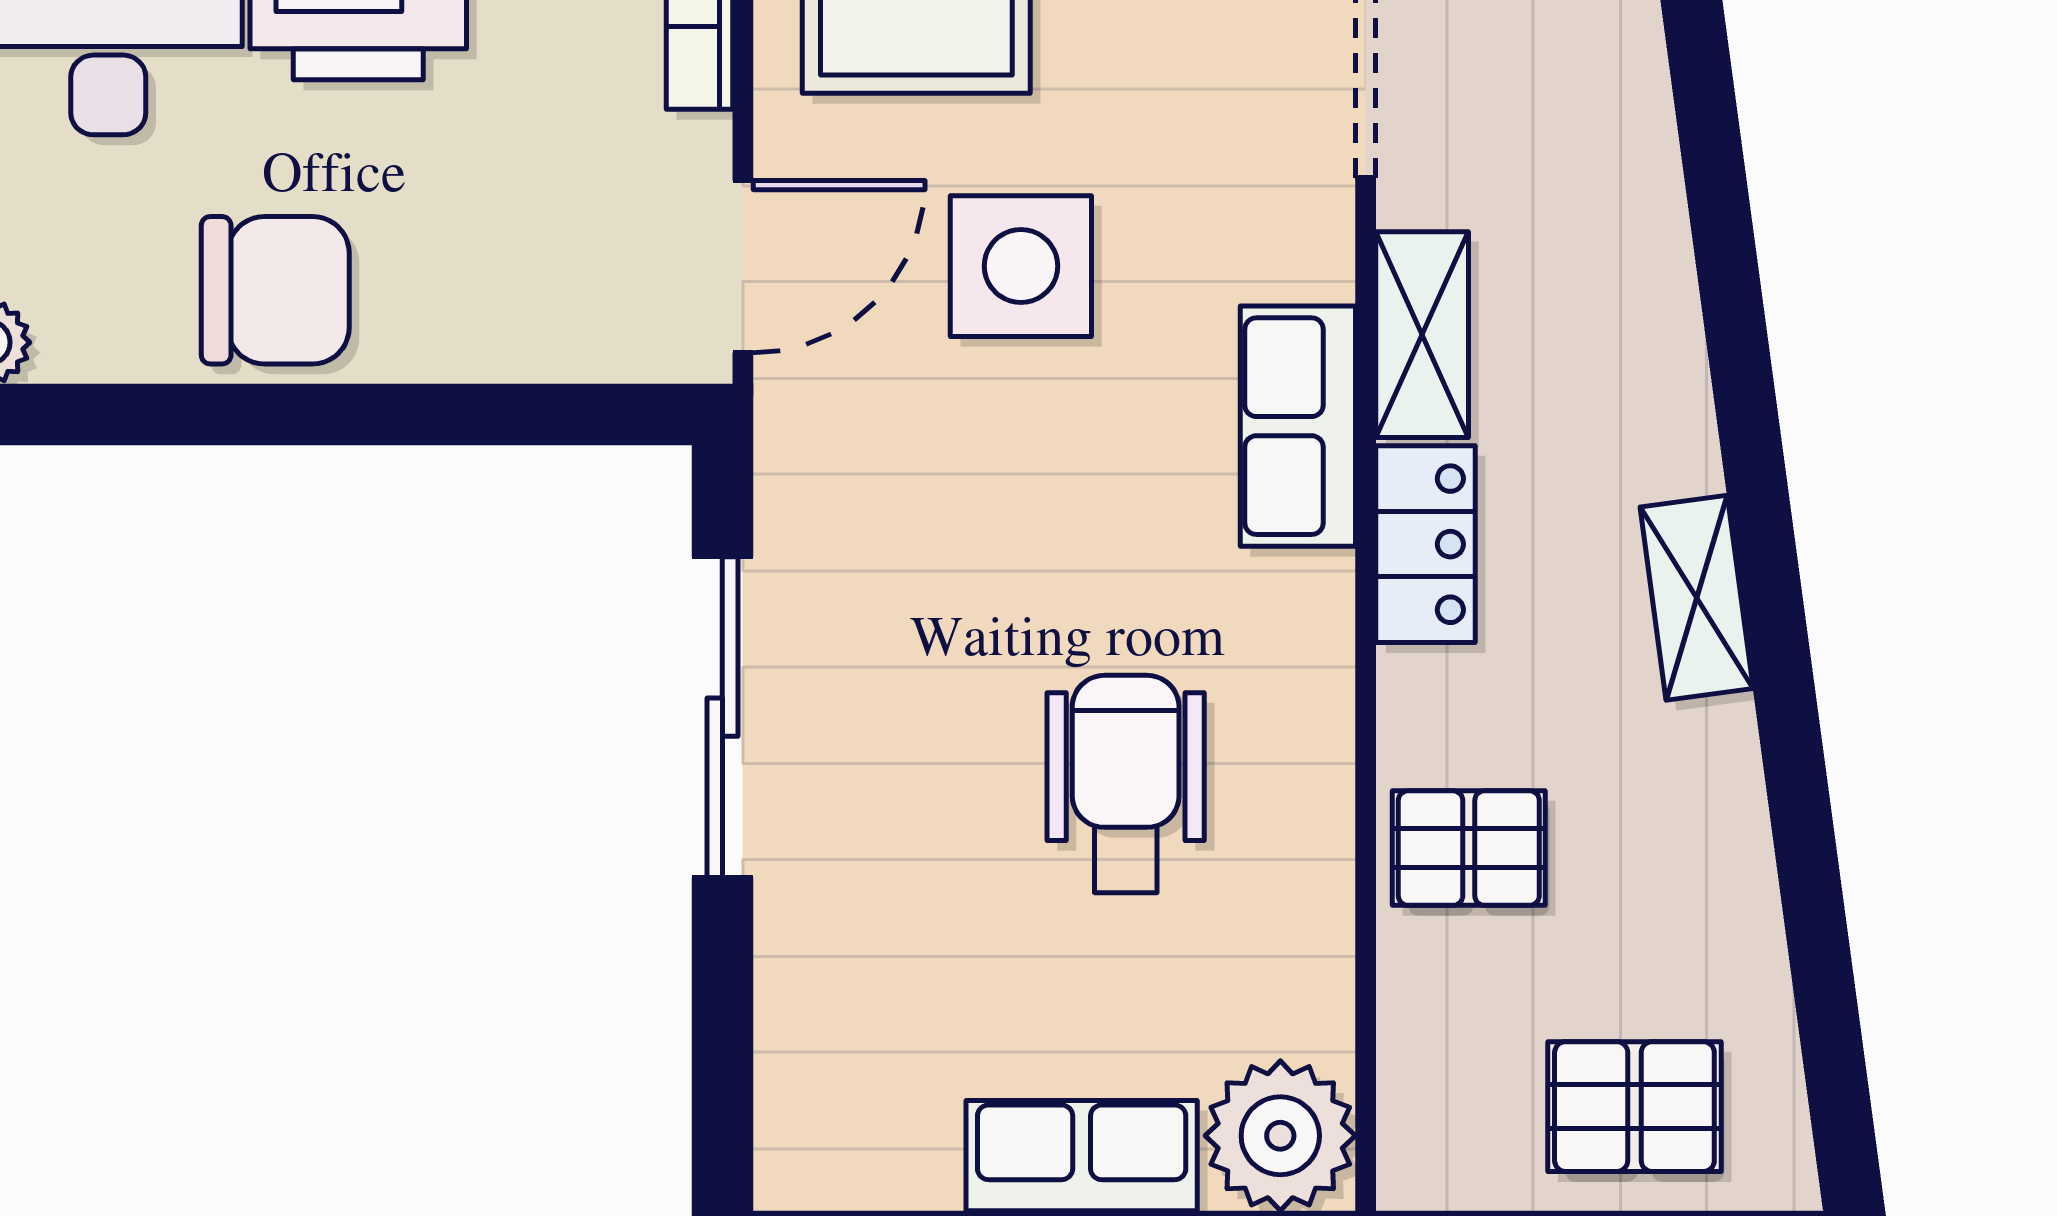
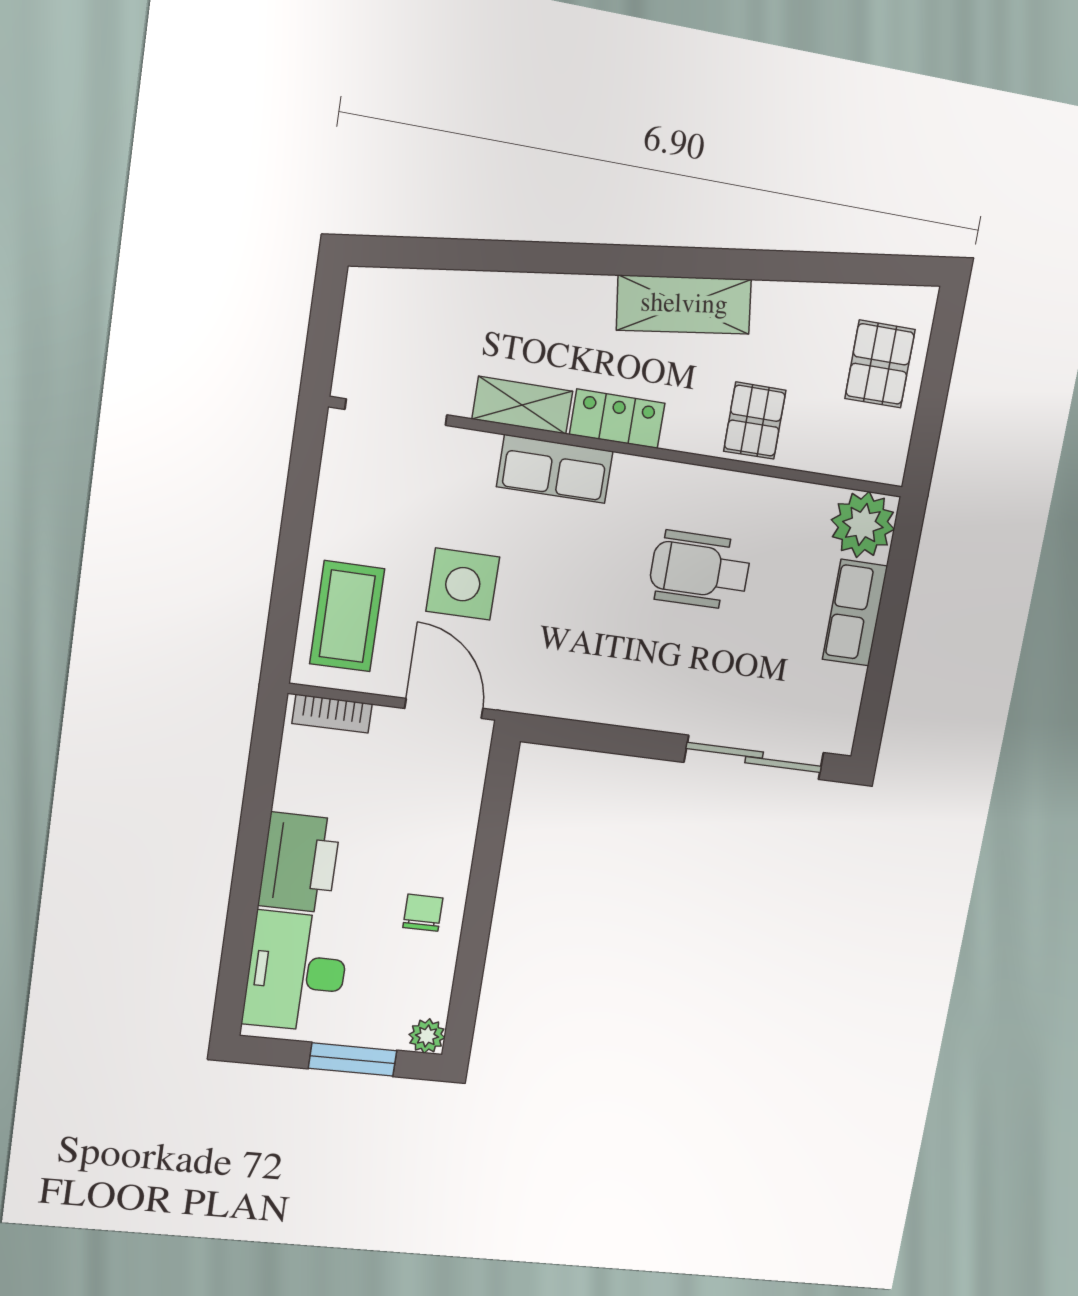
chair: (275, 290) -> (423, 913), width x0.54, depth x0.54
shelving: (1697, 598) -> (684, 305), width x1.50, depth x1.33
sliding door: (722, 717) -> (754, 757), moved

